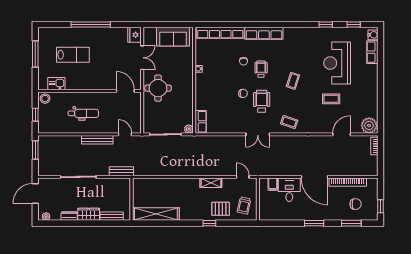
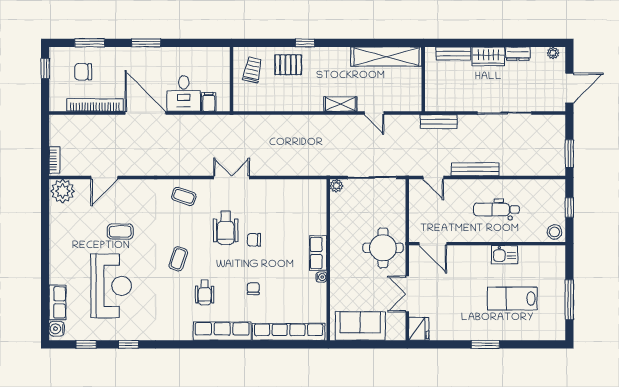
window: (91, 24) -> (485, 344), width x0.47
wheelchair: (261, 69) -> (205, 293), moved
kitchen sink: (56, 84) -> (505, 255), moved
row of seats: (201, 122) -> (318, 253), moved
door: (243, 177) -> (374, 113), moved
shelving: (211, 183) -> (340, 104), moved

